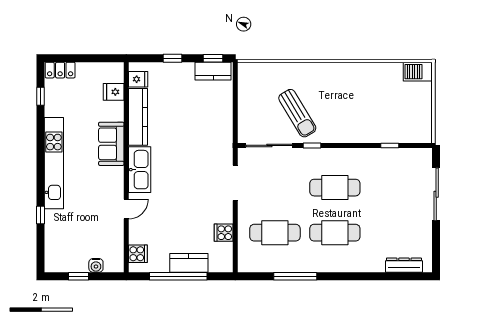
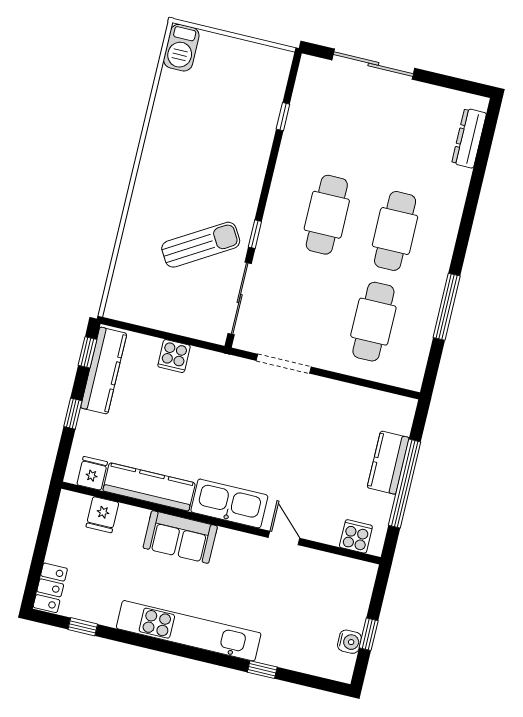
kitchen counter: (213, 71) -> (104, 371), width x1.50
cooker: (224, 233) -> (174, 356), moved
water cooler: (96, 265) -> (349, 642), moved

